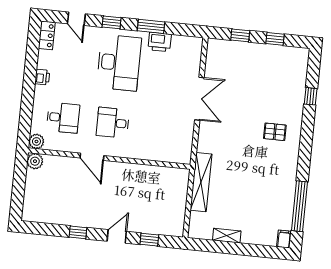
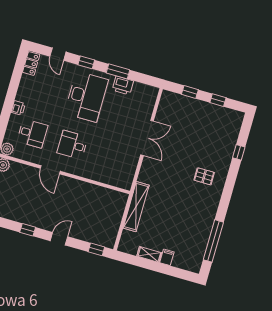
printer: (42, 77) -> (18, 108), moved
filing cabinet: (284, 239) -> (167, 257), moved
window: (149, 240) -> (96, 249), moved

